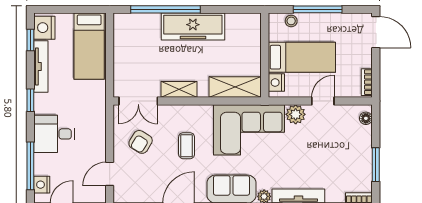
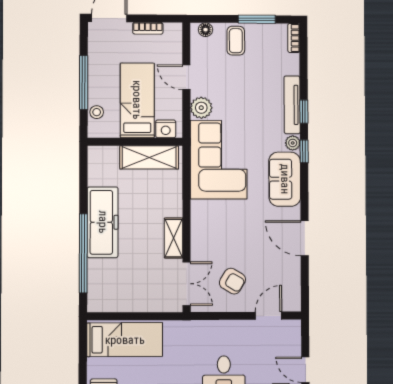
bookcase: (367, 82) -> (148, 28), moved
shelving: (235, 87) -> (149, 157), moved, turned 90
coffee table: (187, 146) -> (236, 41), moved, turned 90
door: (110, 174) -> (268, 316), swing flipped

